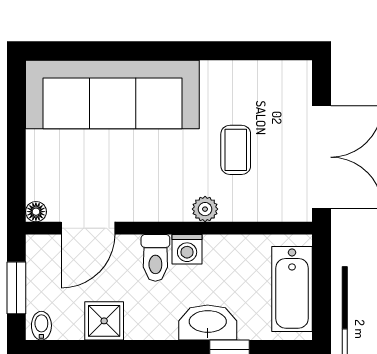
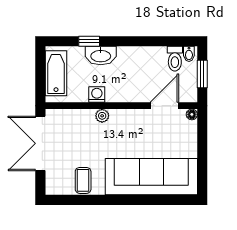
coffee table: (236, 150) -> (83, 180), moved
washing machine: (187, 249) -> (97, 95), moved
toilet: (155, 258) -> (175, 59), moved, turned 180
shower: (104, 321) -> (156, 56), removed

